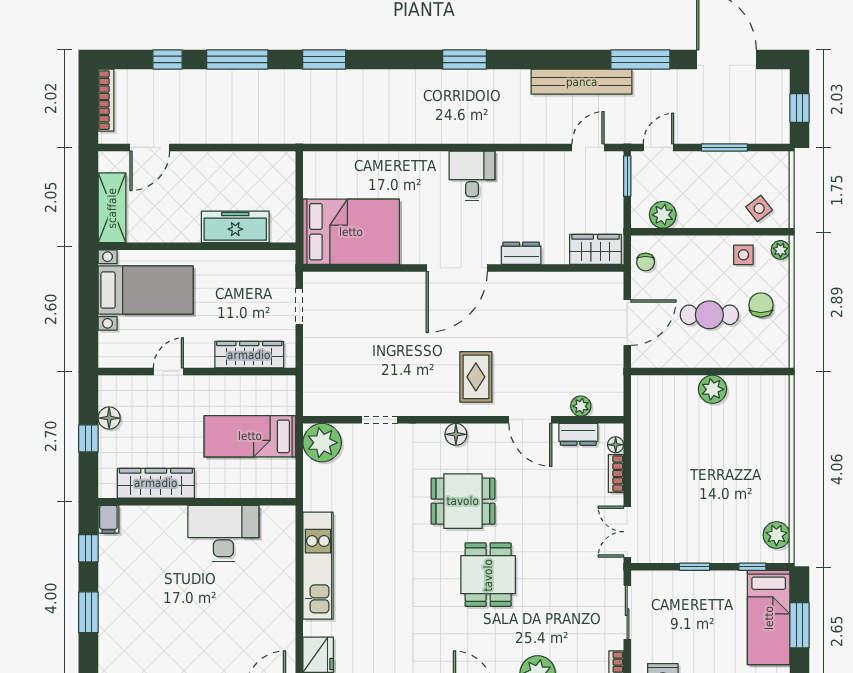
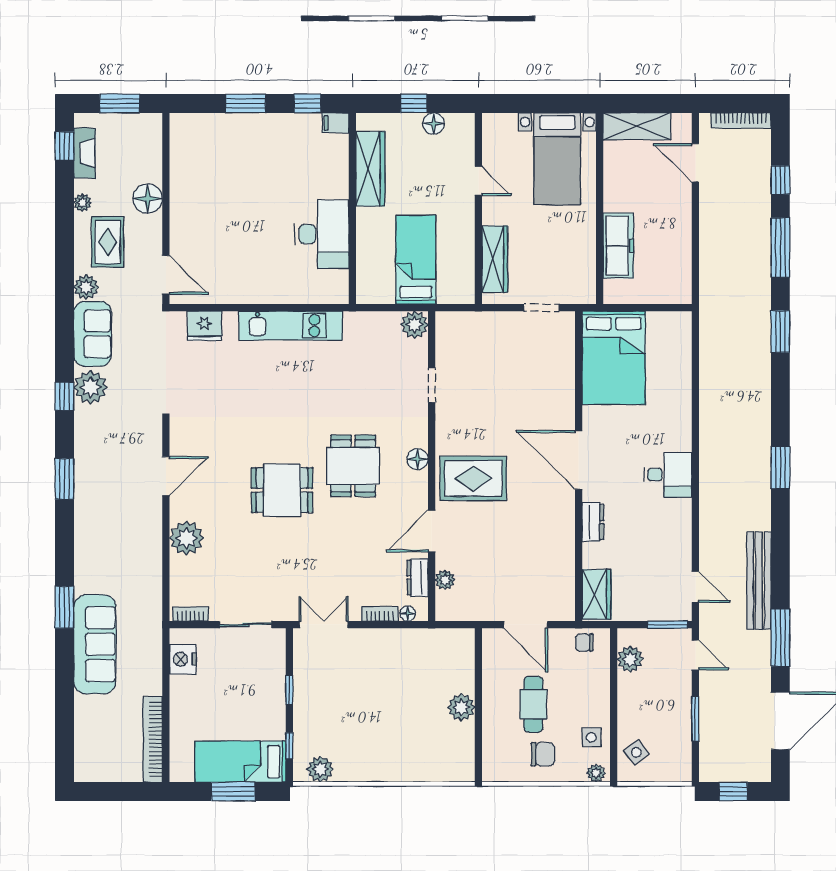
rug: (476, 377) -> (473, 478), width x1.36, depth x1.43
plant: (322, 443) -> (415, 325), width x0.73, depth x0.73

